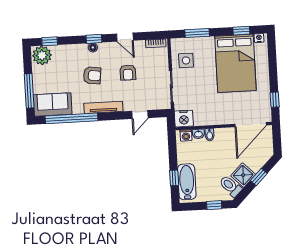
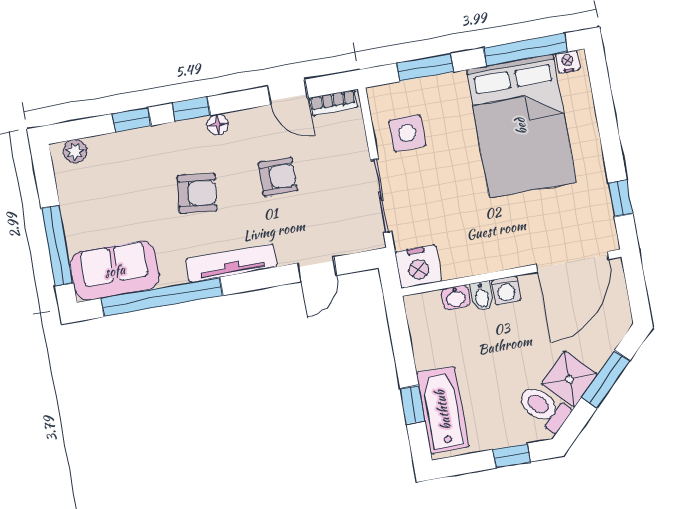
window: (241, 31) -> (525, 50), width x2.17
door: (125, 37) -> (288, 92), moved
window: (50, 41) -> (132, 120), moved
floor lamp: (93, 47) -> (218, 124), moved
plant: (42, 55) -> (75, 151), width x0.53, depth x0.53
armchair: (128, 73) -> (278, 177), turned -90
washing machine: (186, 135) -> (506, 290), moved
window: (259, 177) -> (606, 379), width x1.50

